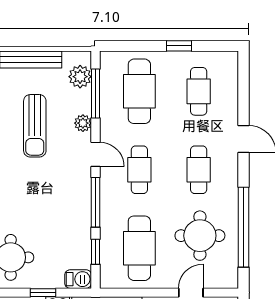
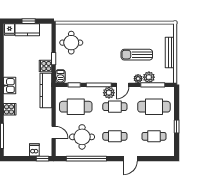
plant: (80, 77) -> (149, 77), moved
plant: (111, 182) -> (109, 93), added

